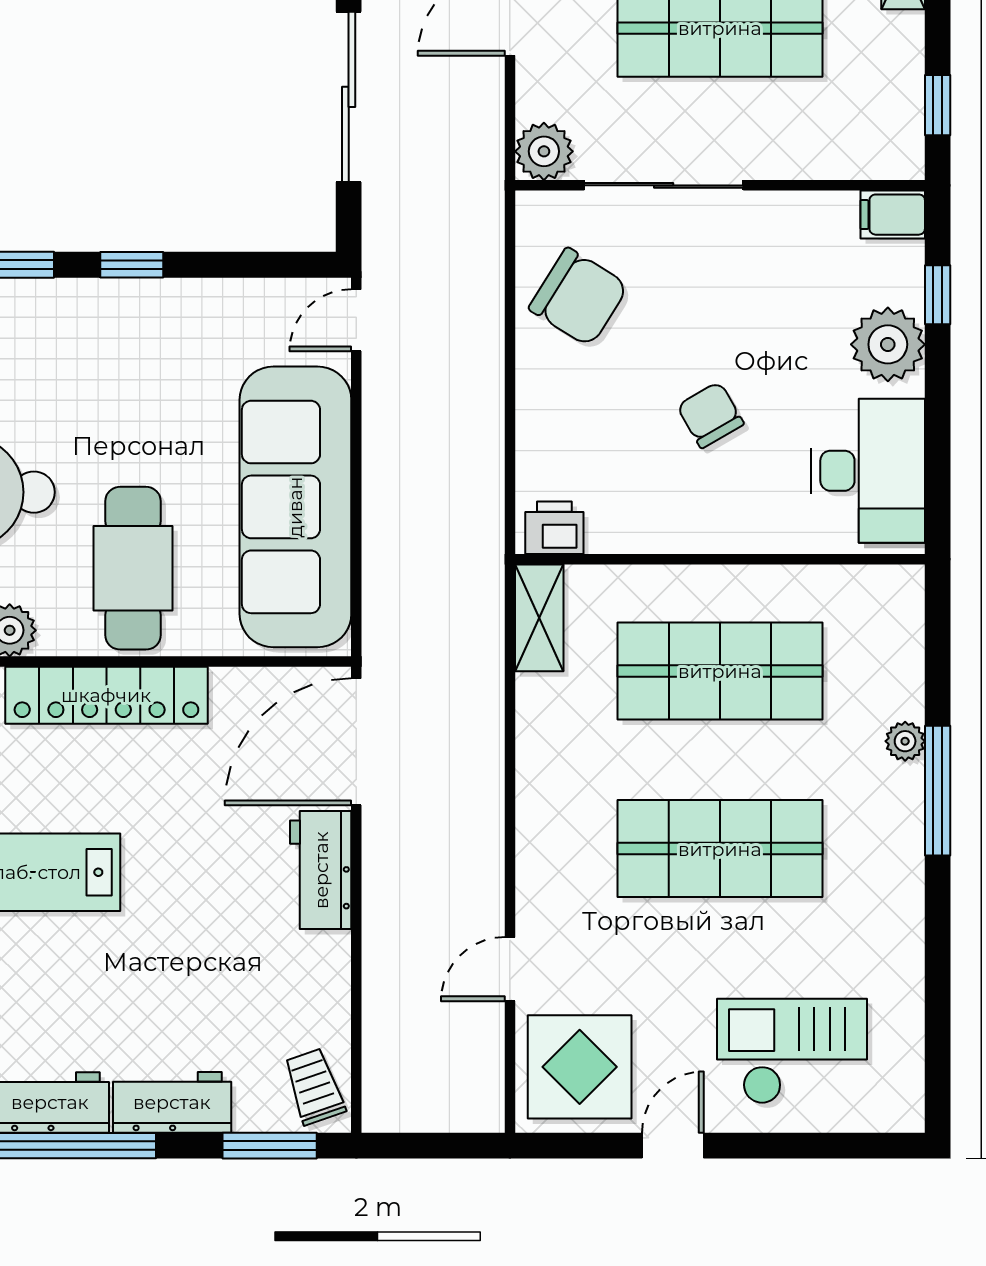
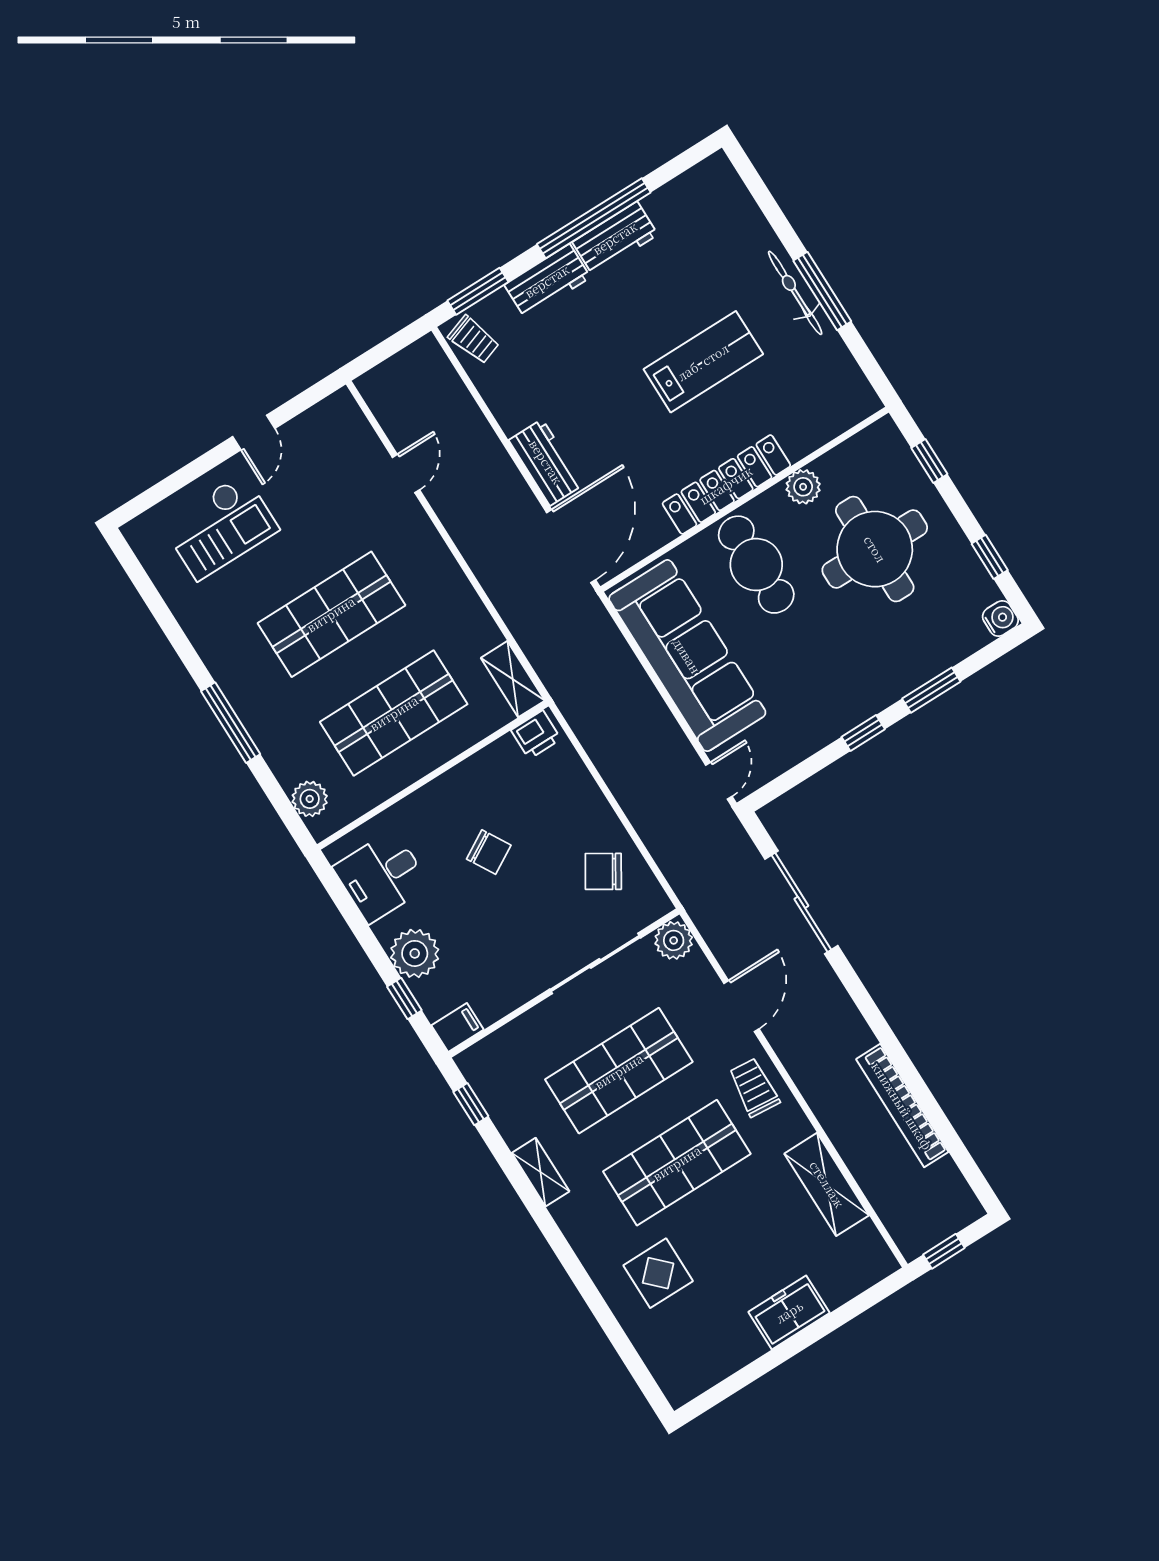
chair: (579, 297) -> (603, 871), width x0.73, depth x0.73
desk: (868, 471) -> (381, 876), width x0.73
plant: (905, 741) -> (310, 799), moved, width x1.38, depth x1.38
display table: (580, 1067) -> (333, 444), removed

